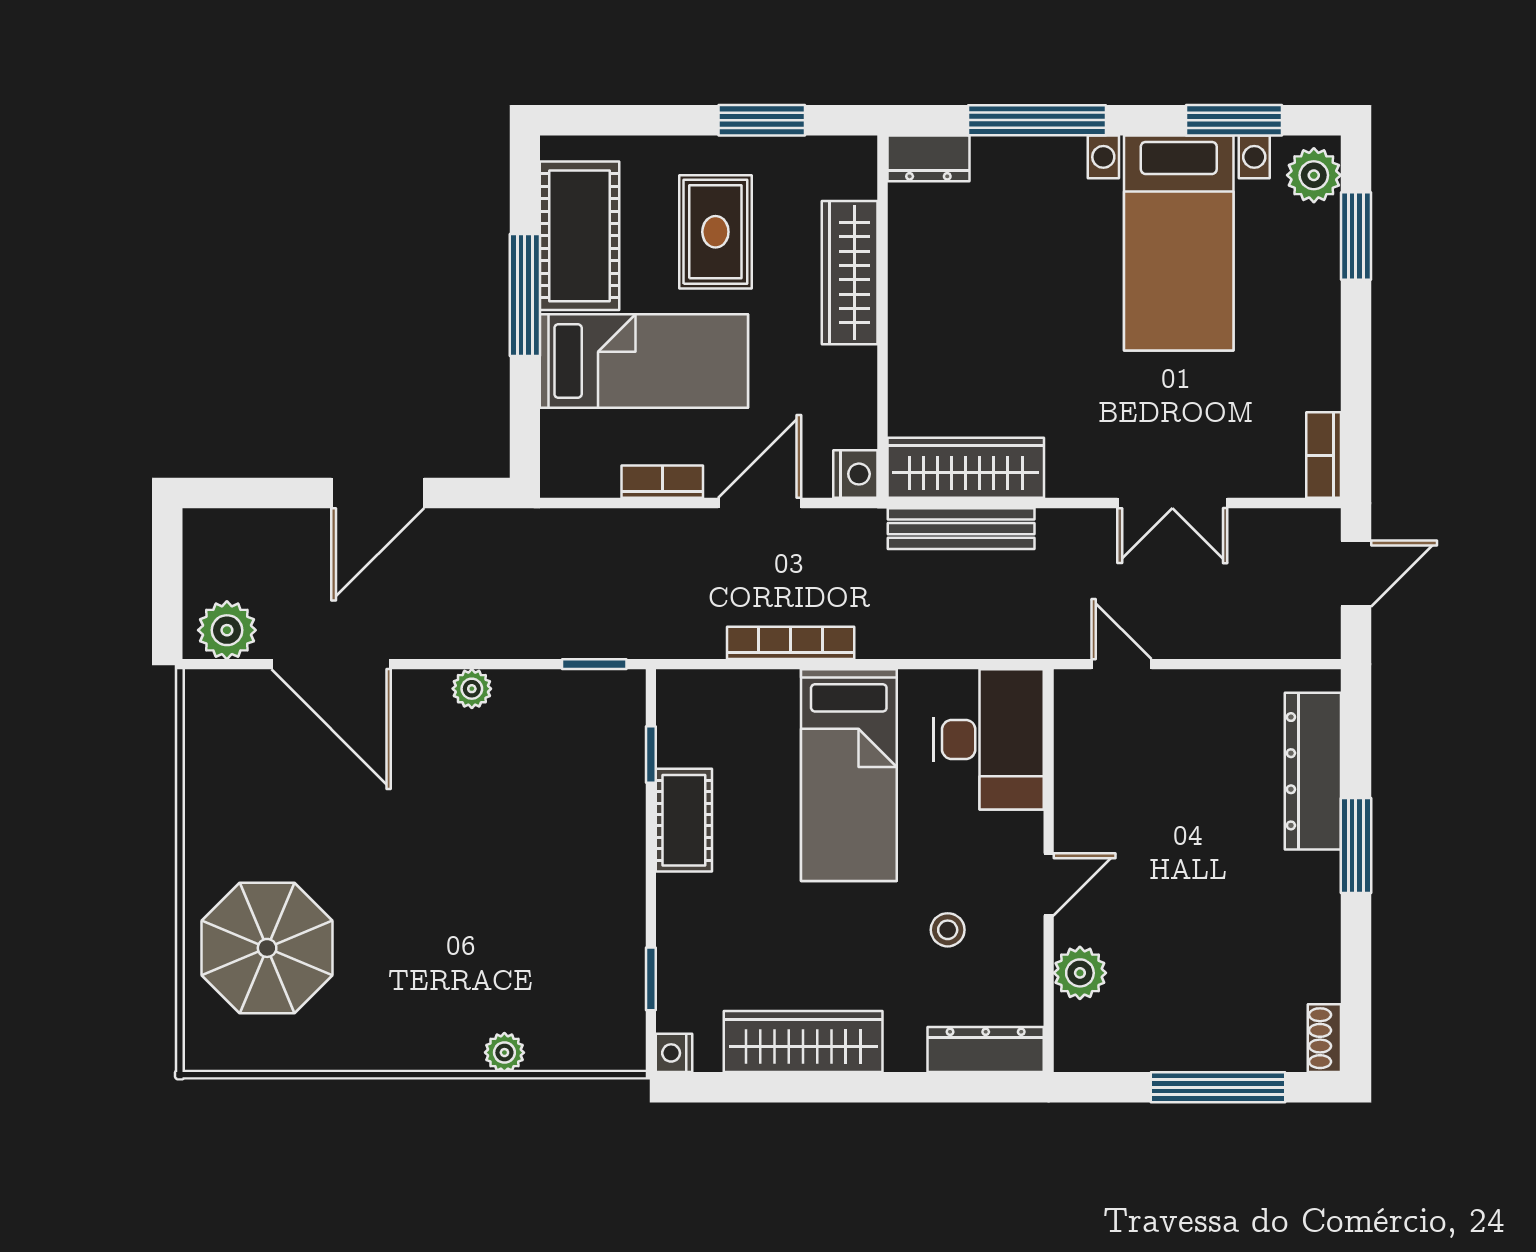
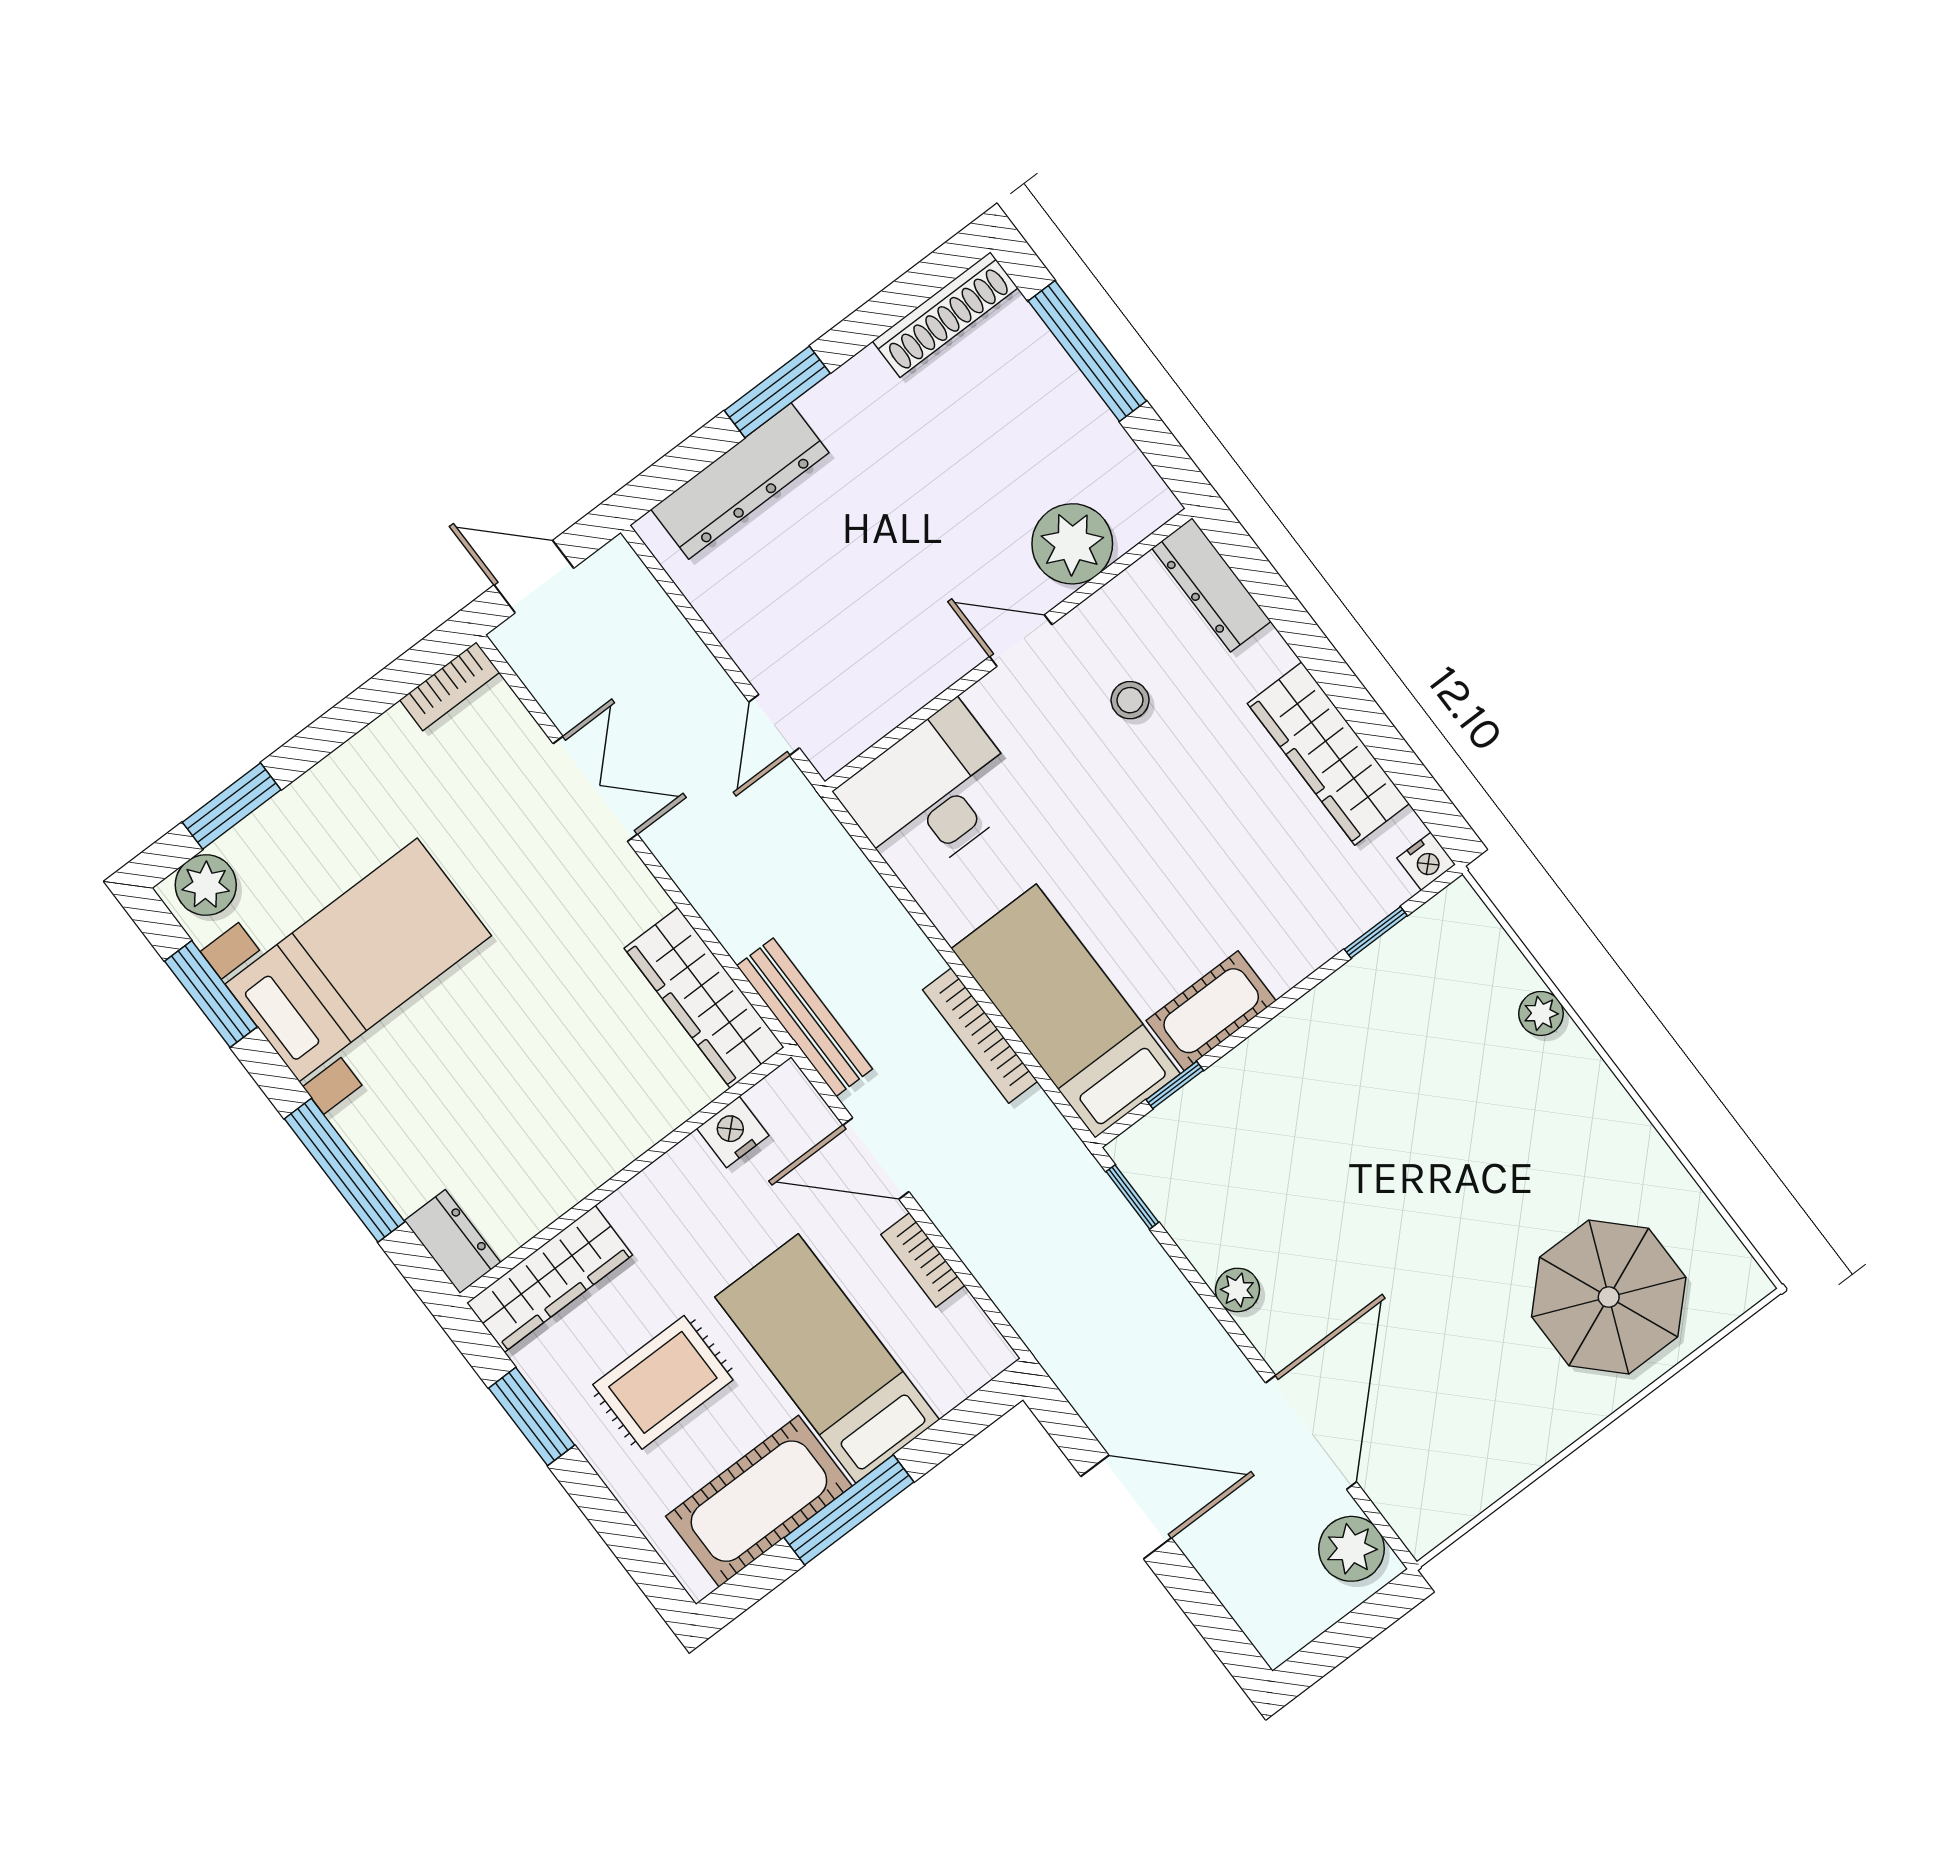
wardrobe: (850, 273) -> (550, 1279), moved
nightstand: (855, 474) -> (733, 1132), moved
bench: (961, 529) -> (805, 1017), moved
bed: (849, 775) -> (1066, 1011), moved, turned -90
plant: (1080, 973) -> (1072, 544), width x1.36, depth x1.36
shoe rack: (1324, 1038) -> (945, 315), width x1.94, depth x1.24

